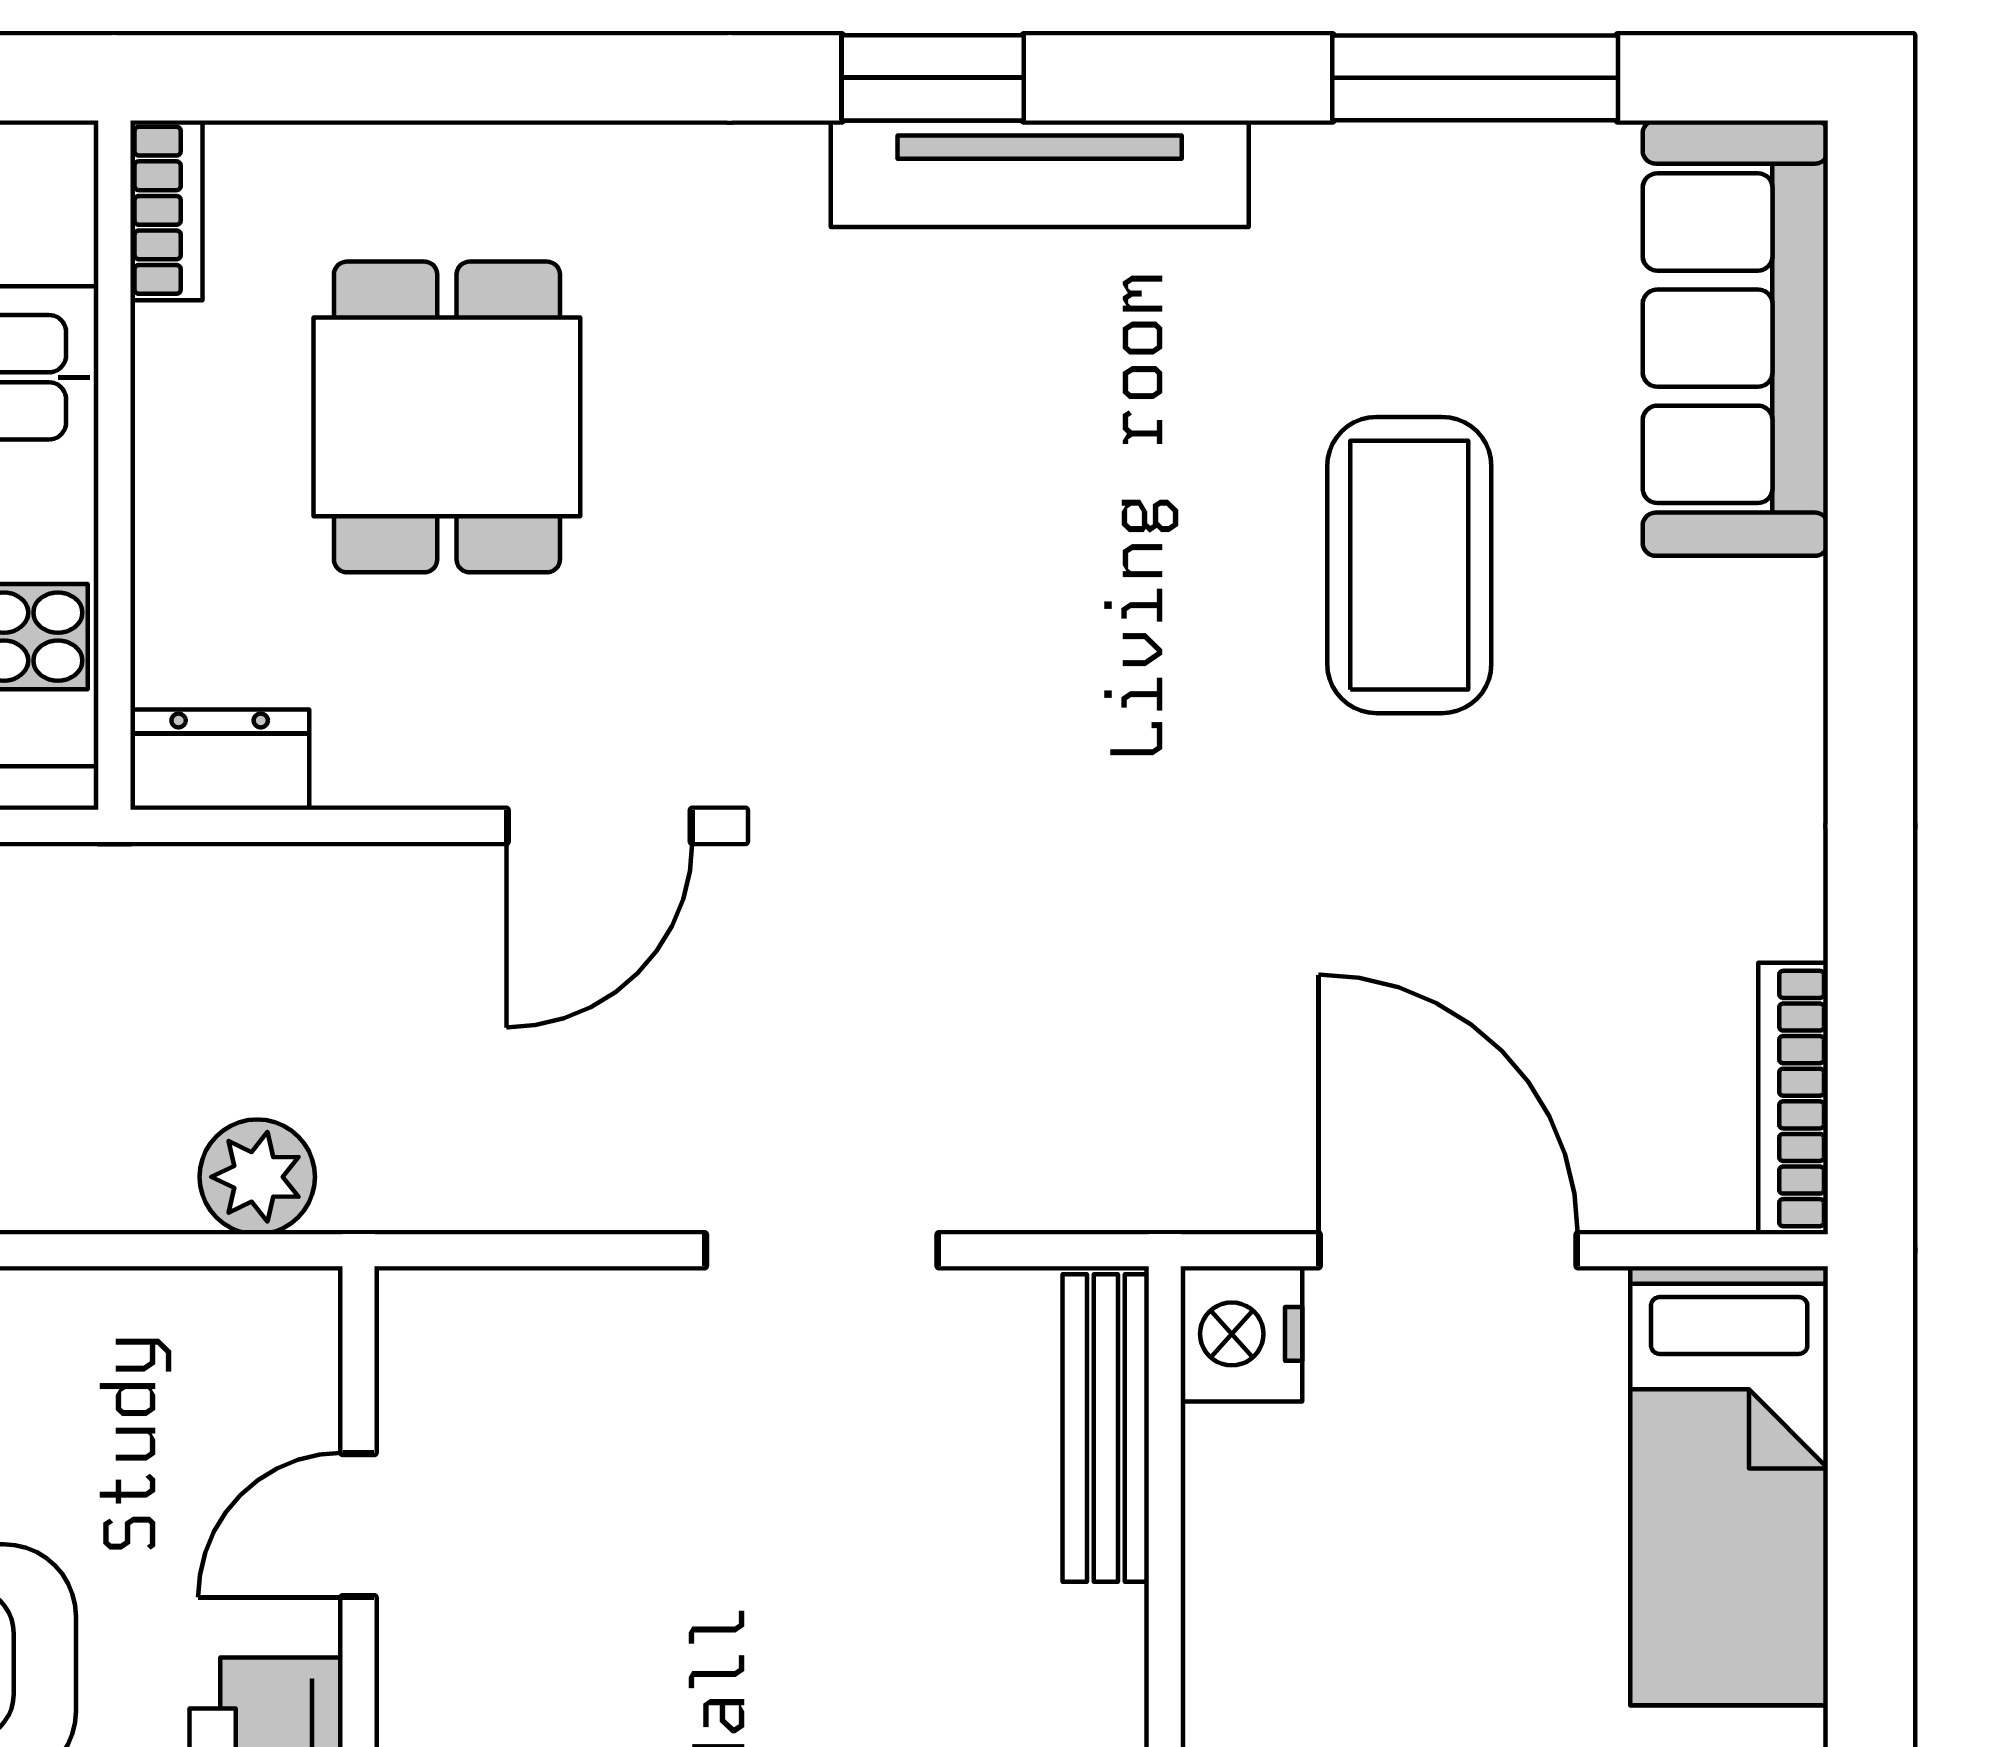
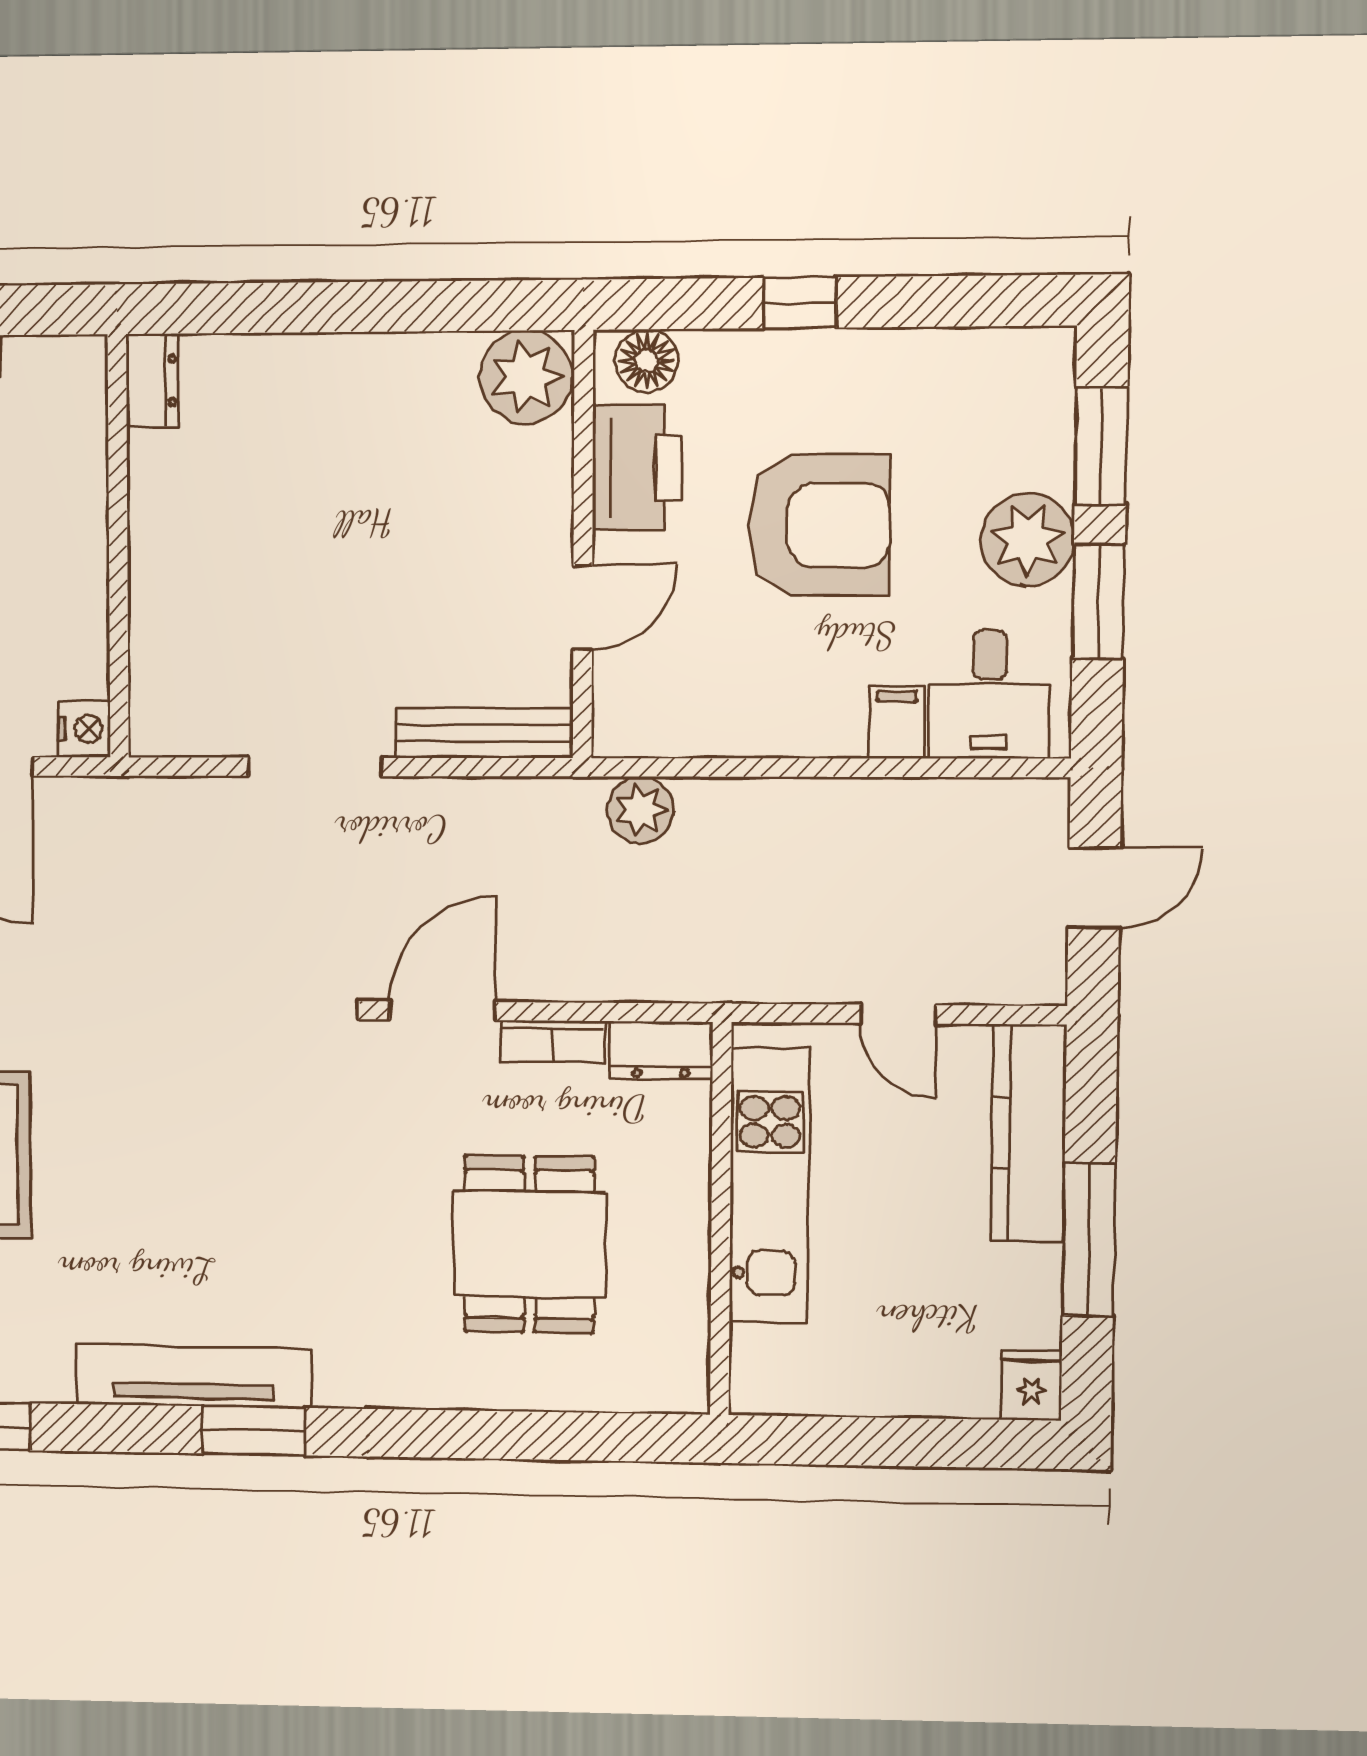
bookcase: (166, 210) -> (553, 1041), moved, turned -90
nightstand: (1241, 1334) -> (84, 729), width x0.74, depth x0.75
bench: (1106, 1428) -> (484, 733), moved, turned 90

